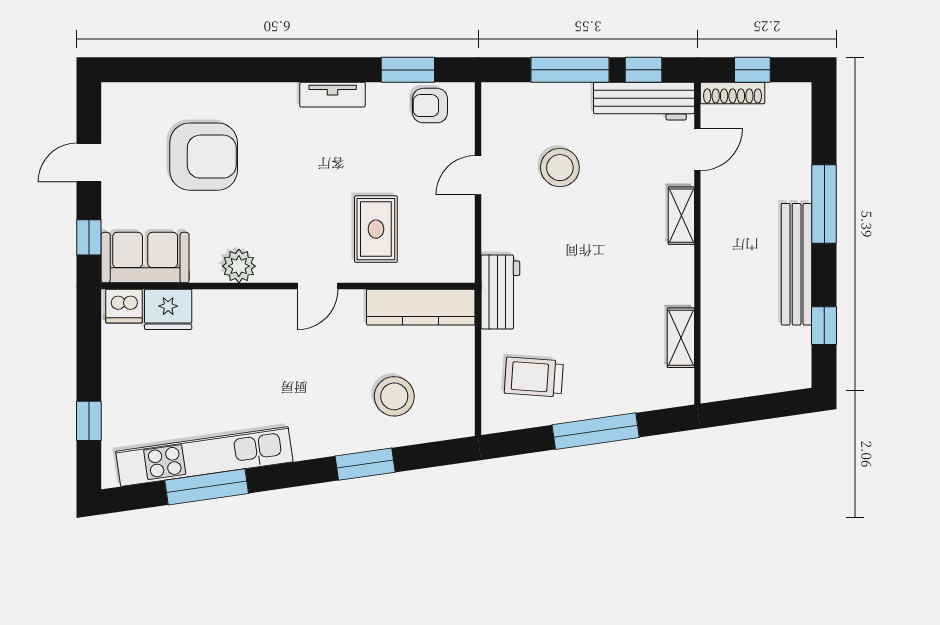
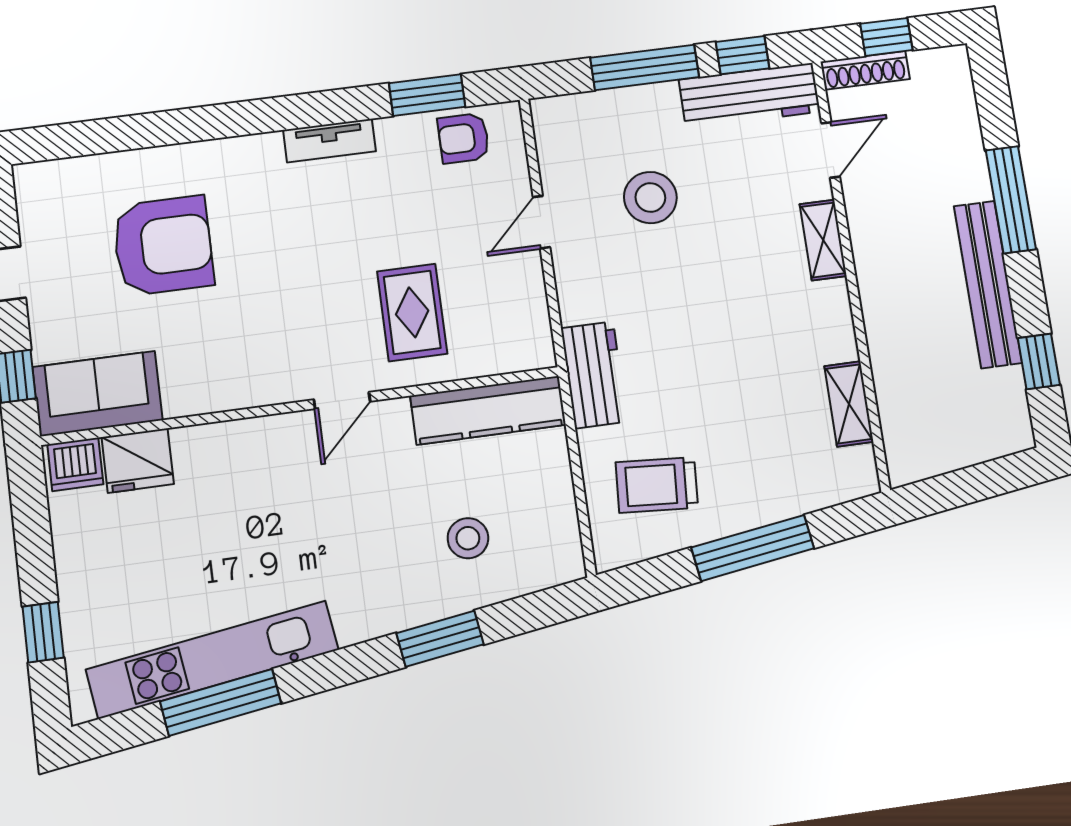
plant: (239, 266) -> (229, 388), removed
stool: (394, 396) -> (468, 538), width x0.73, depth x0.73

